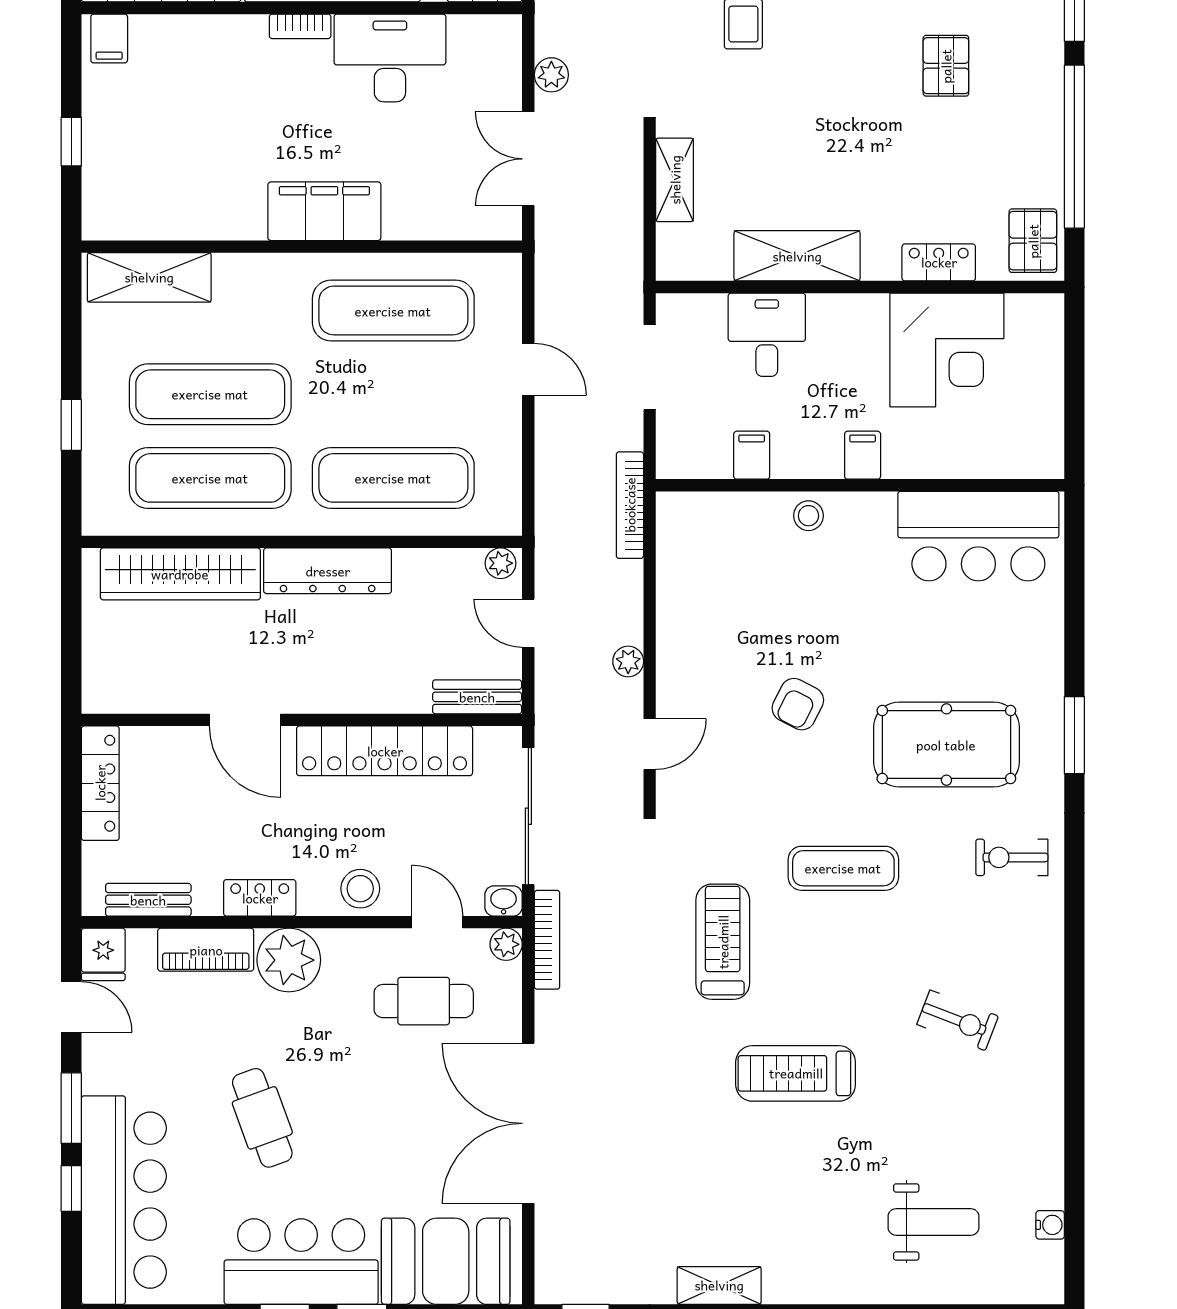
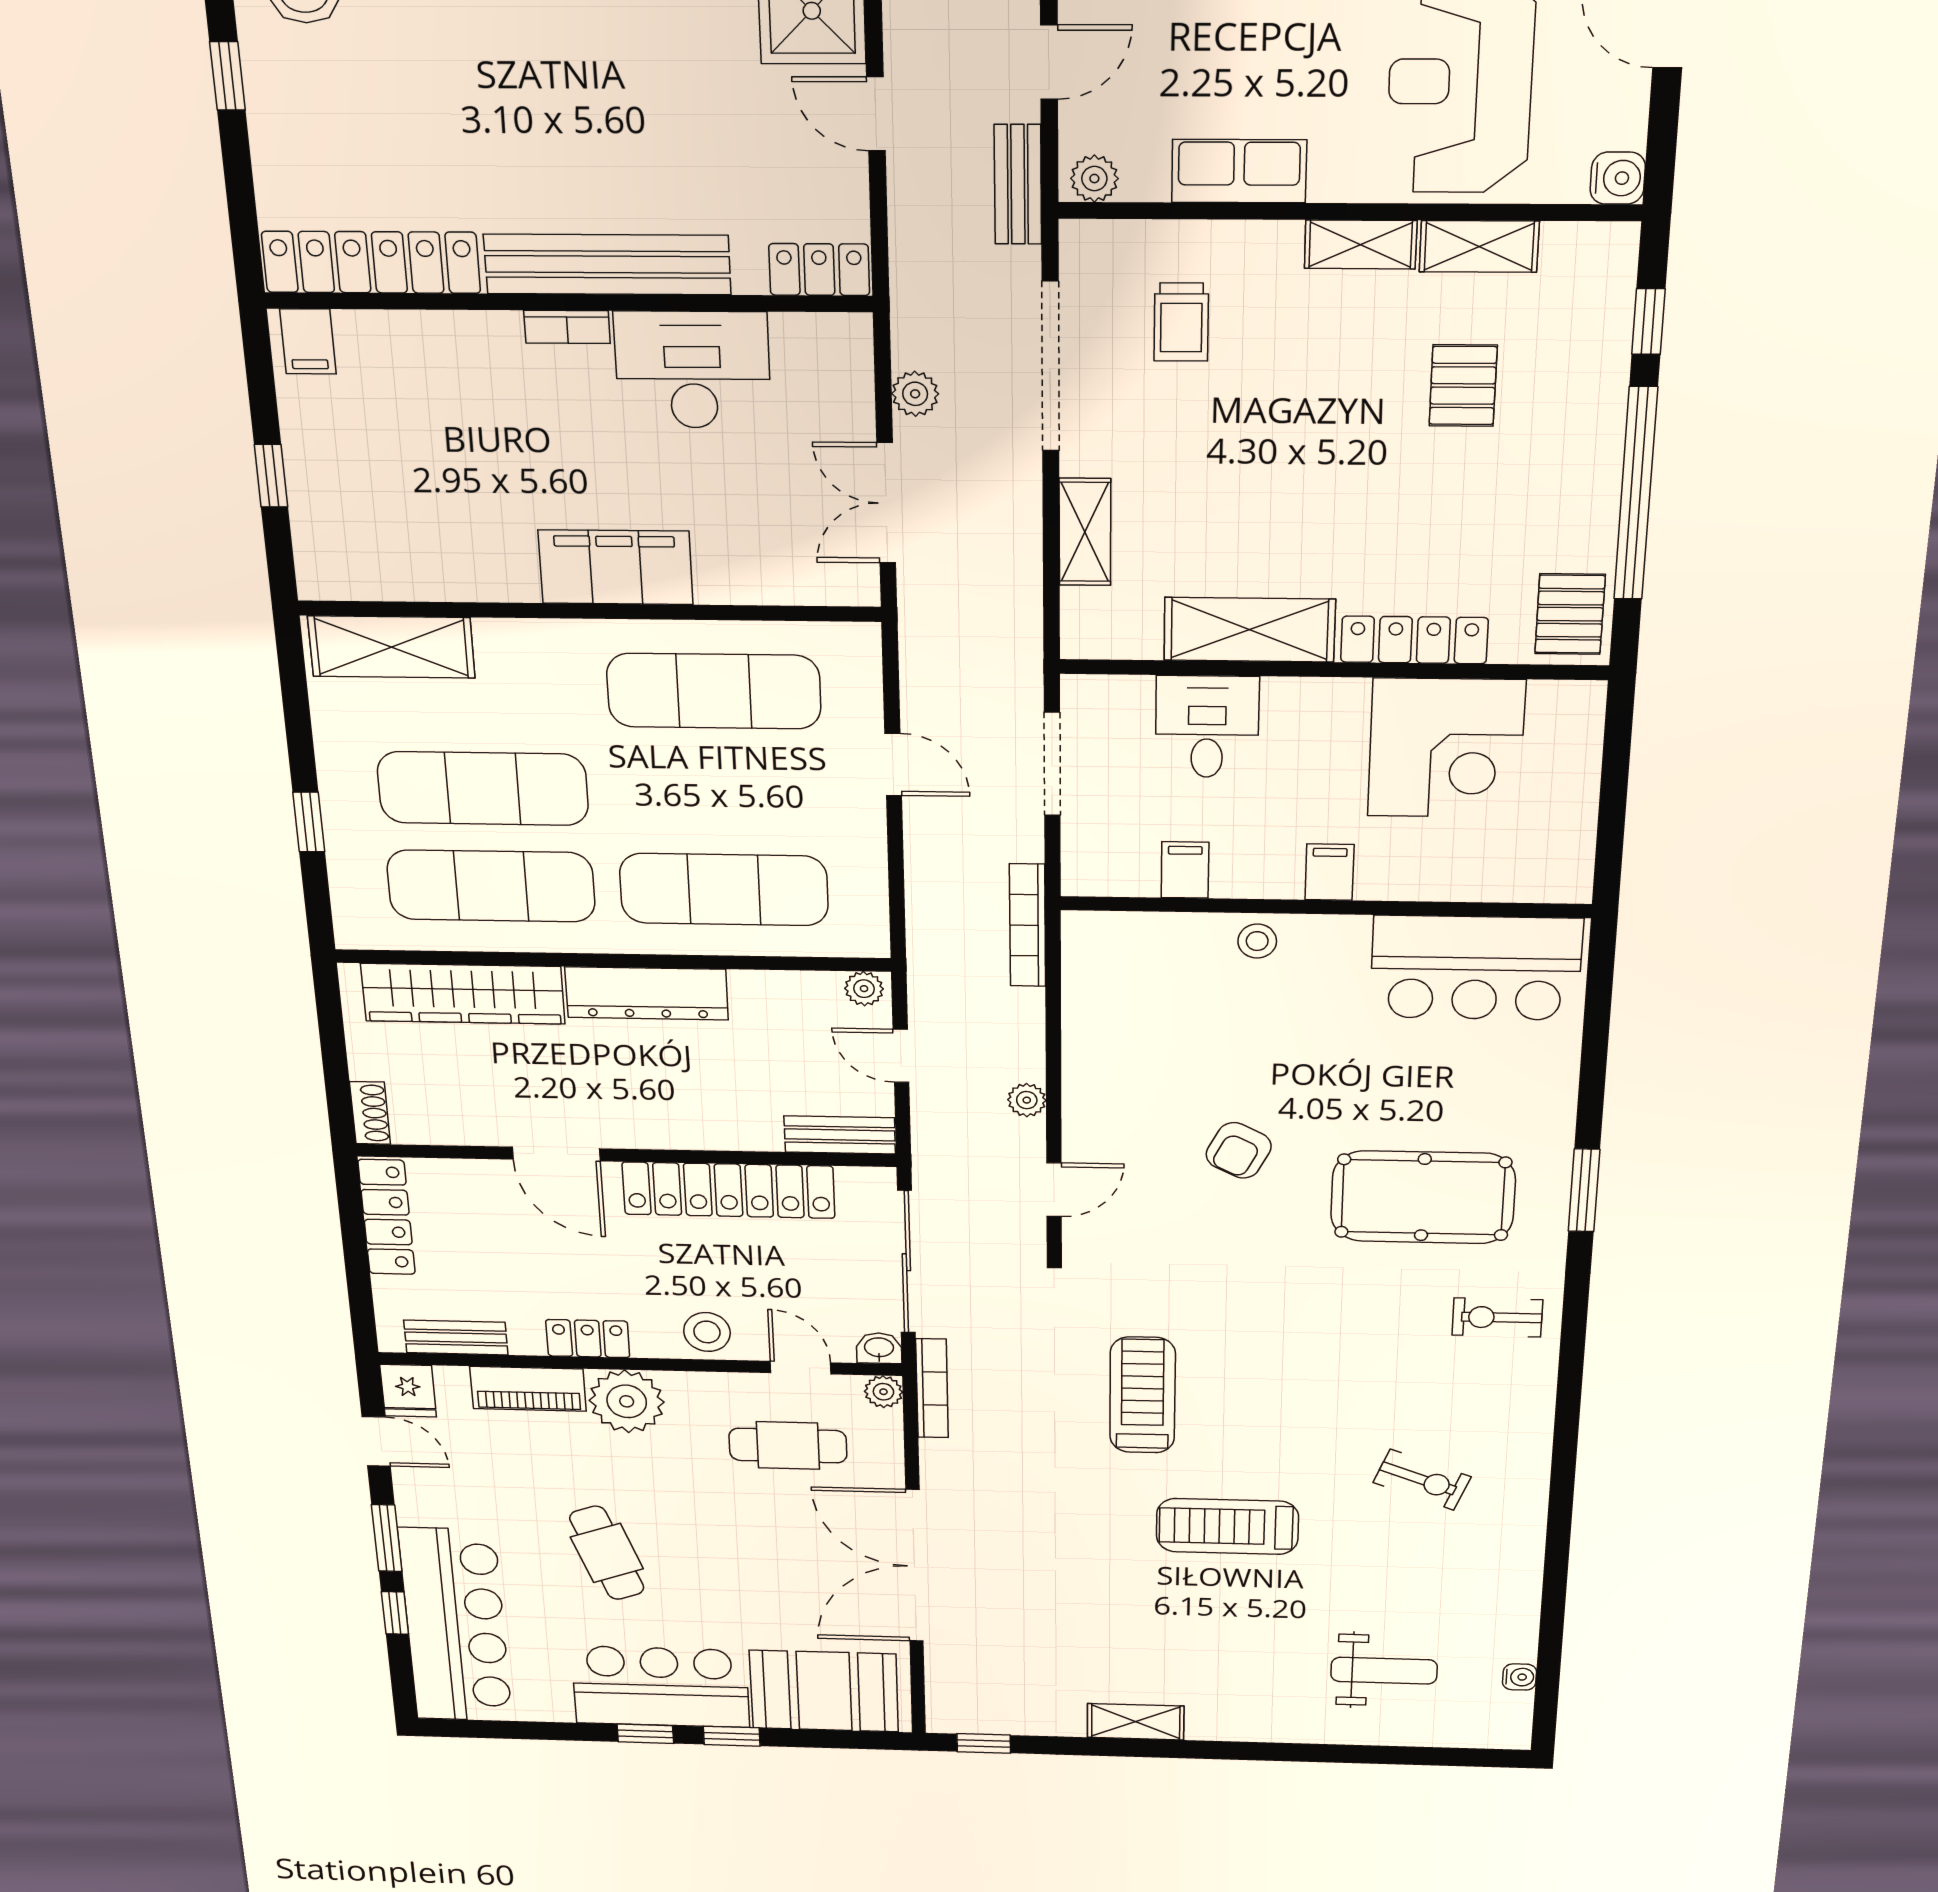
locker: (939, 262) -> (1414, 640), width x1.53
shoe rack: (95, 685) -> (370, 1113), added
exercise mat: (843, 868) -> (1290, 1324), removed

